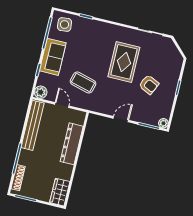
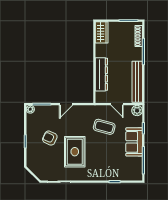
side table: (65, 25) -> (131, 171), removed

